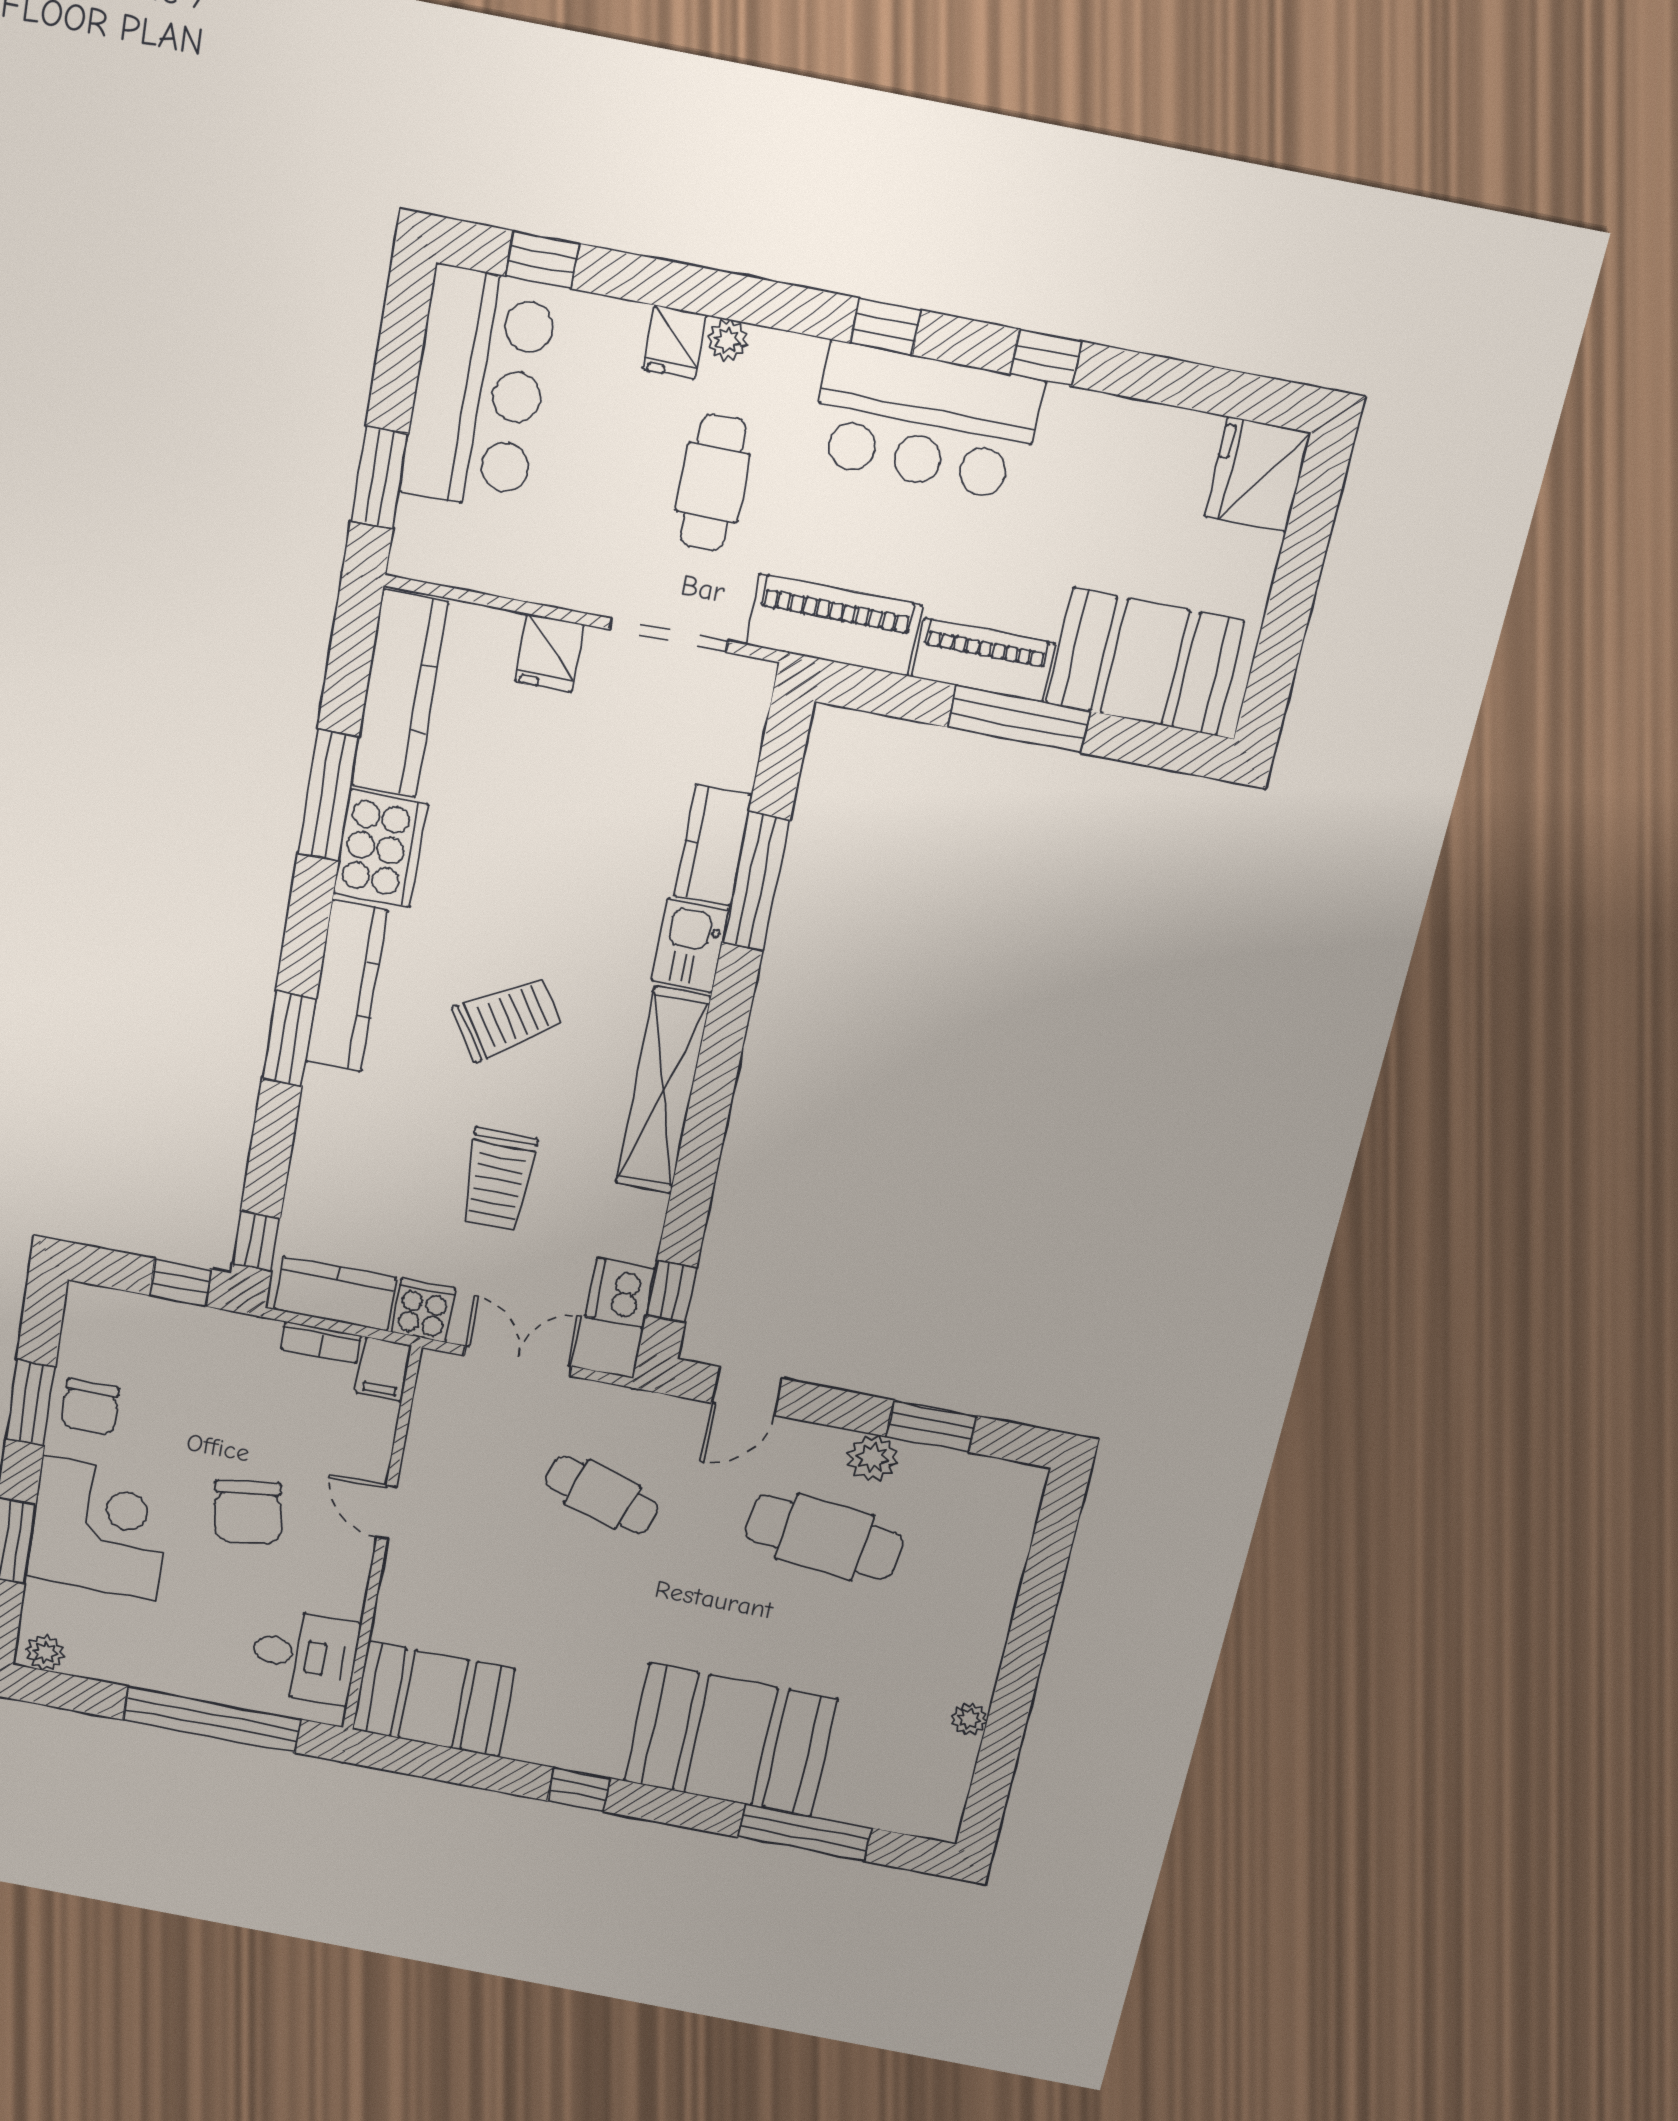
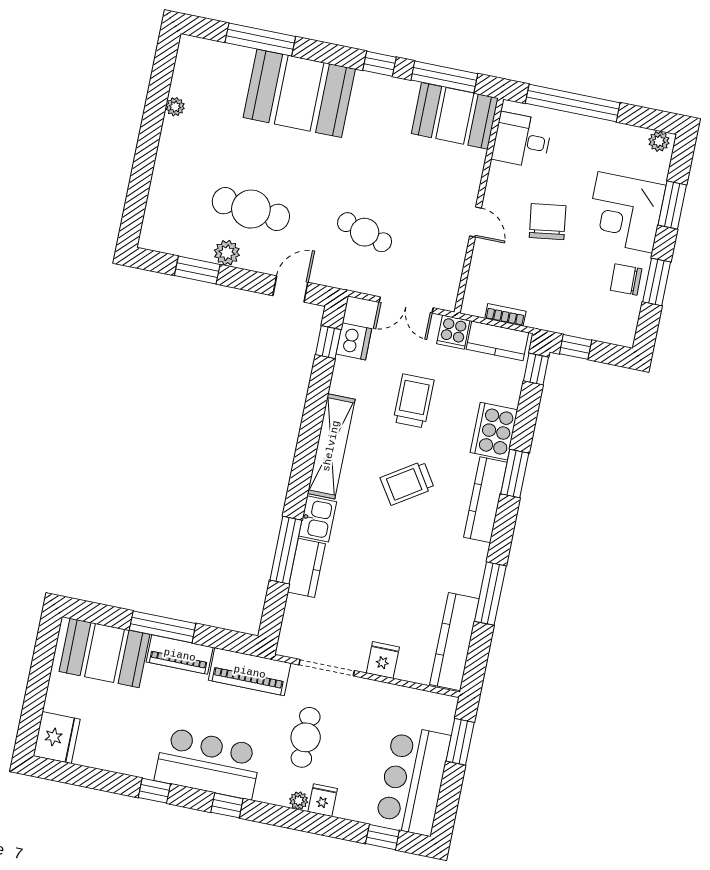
cooker: (380, 848) -> (494, 431), moved
filing cabinet: (383, 1369) -> (475, 300), removed
chair: (90, 1407) -> (626, 279), turned -91
window: (455, 1766) -> (444, 77), added

